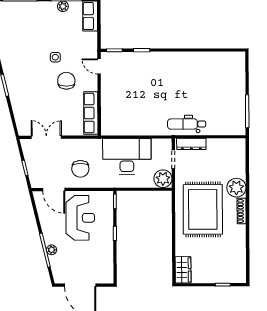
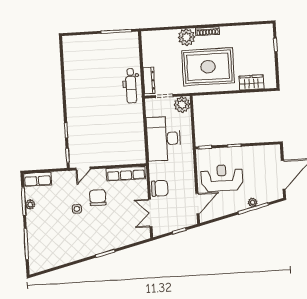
chair: (66, 81) -> (98, 198), turned 90
chair: (80, 169) -> (160, 188), moved
wardrobe: (183, 270) -> (251, 82), moved

